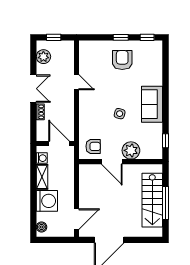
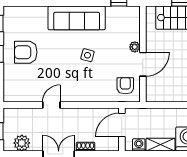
sofa: (152, 104) -> (77, 18), width x1.36
plant: (131, 150) -> (135, 47), width x0.53, depth x0.53

